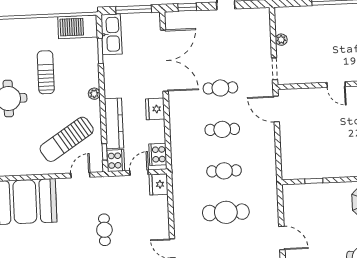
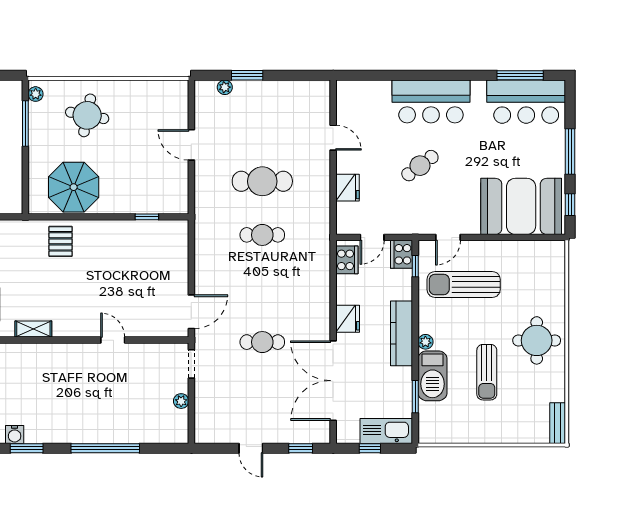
window: (134, 10) -> (370, 448), width x0.46
barbecue: (78, 27) -> (432, 376), moved, turned 90
kitchen sink: (111, 34) -> (386, 431), moved, turned 90
door: (276, 109) -> (191, 312), hinge flipped
kitchen counter: (114, 123) -> (402, 333), moved
cafe table: (222, 129) -> (262, 288), removed
sun lounger: (67, 139) -> (464, 284), turned -147
fridge: (159, 184) -> (348, 188), moved
cafe table: (104, 230) -> (420, 166), turned 53

